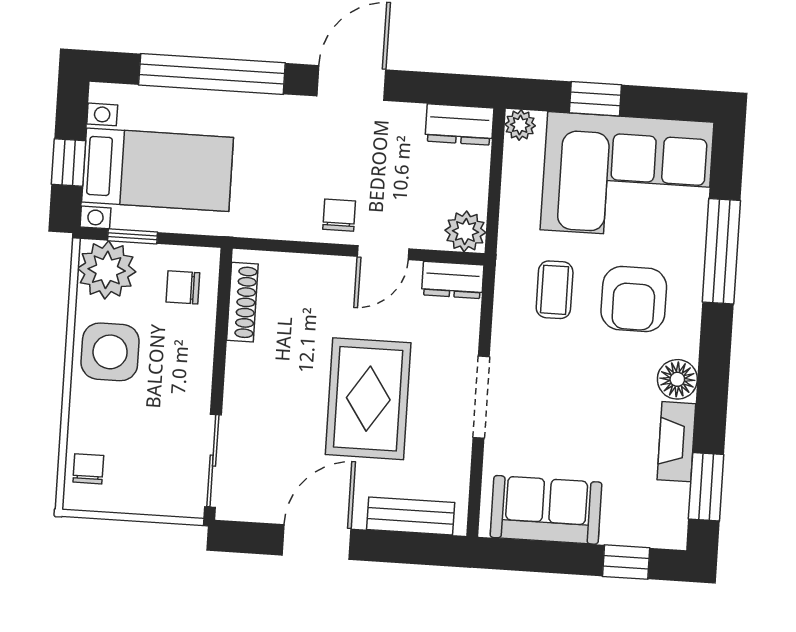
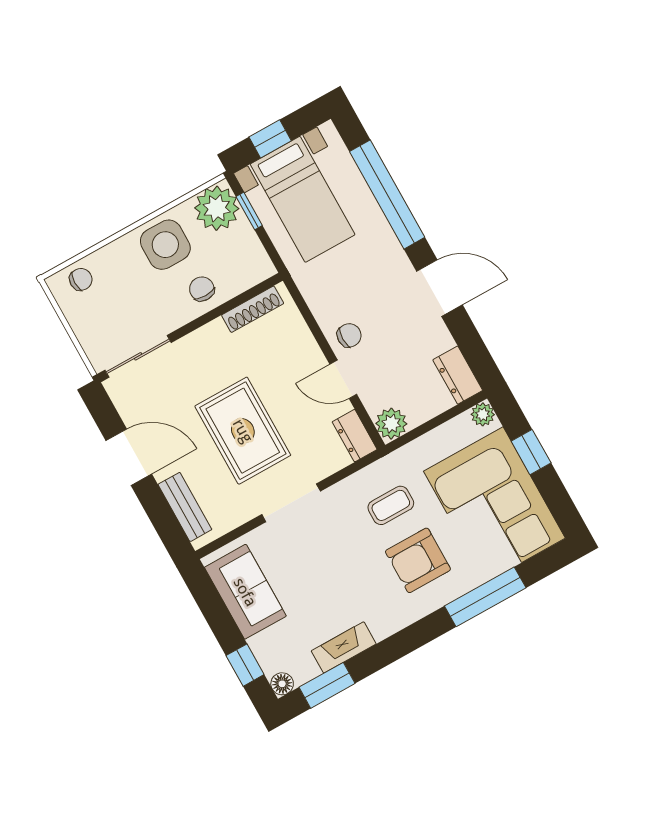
chair: (183, 287) -> (202, 289), moved
floor lamp: (677, 379) -> (282, 684), moved, width x0.73, depth x0.73
rug: (368, 399) -> (243, 431), turned 90

